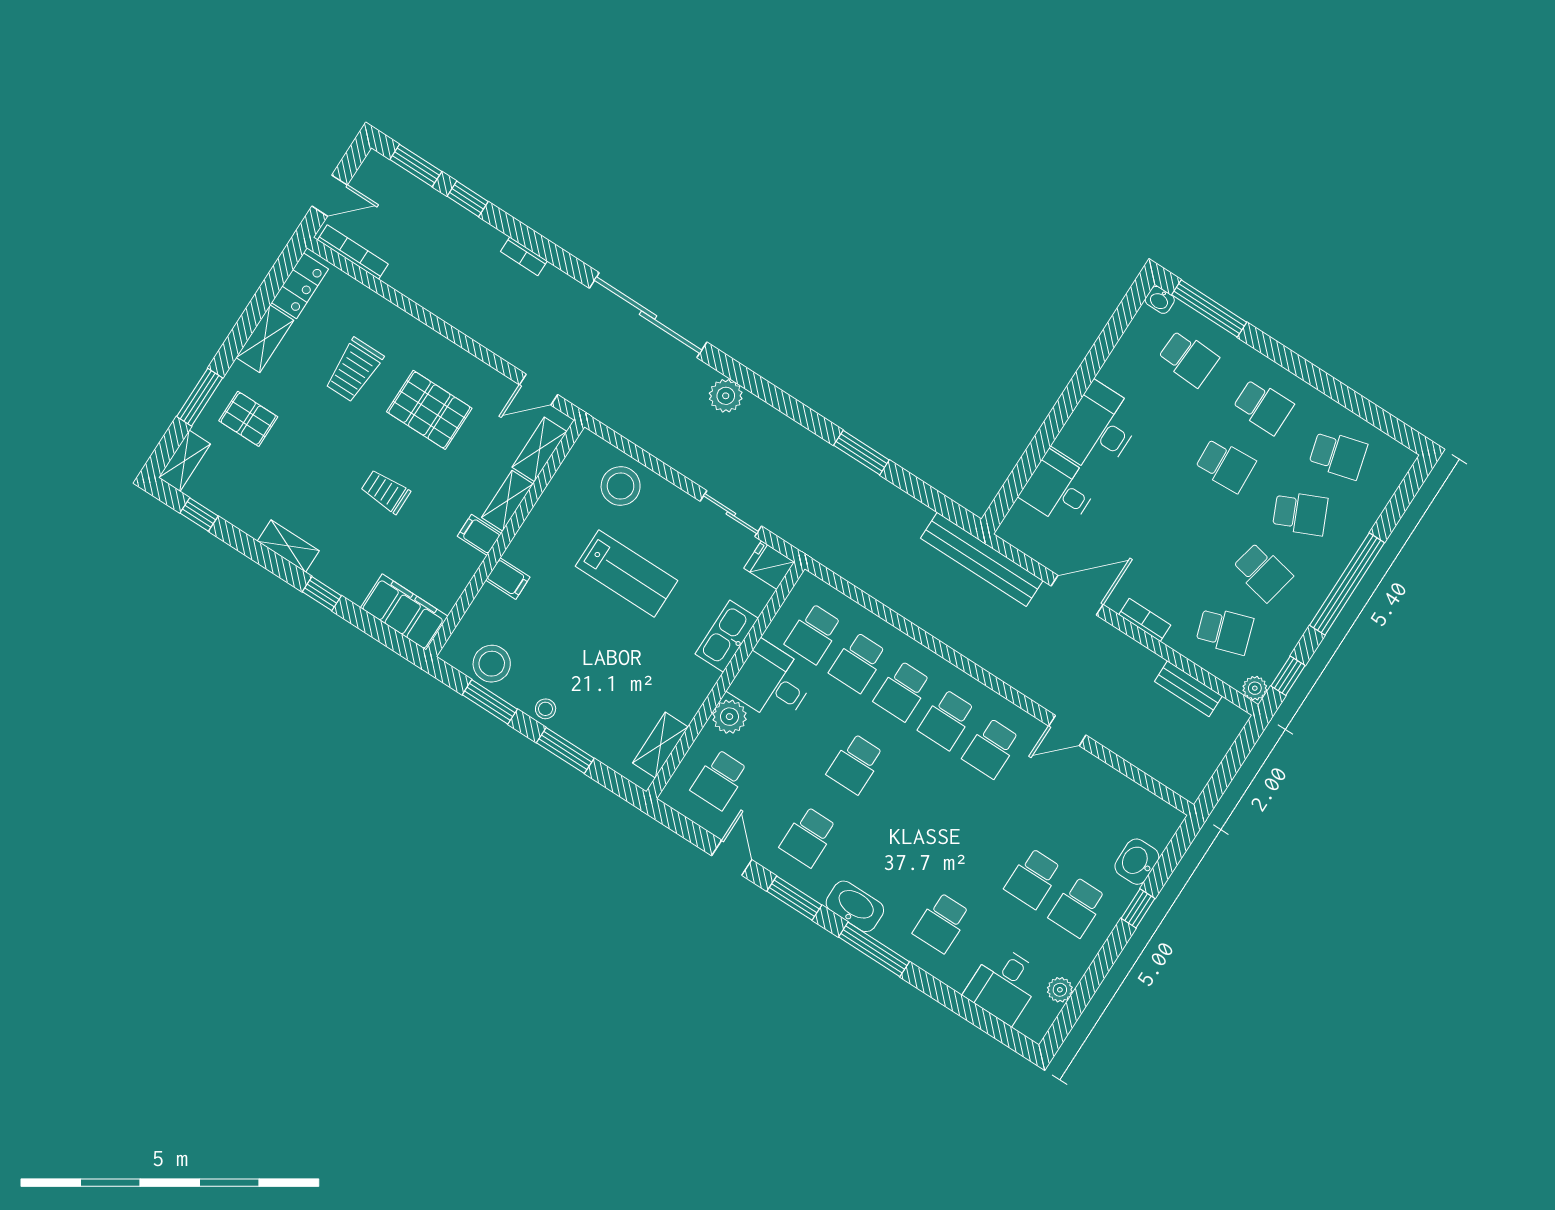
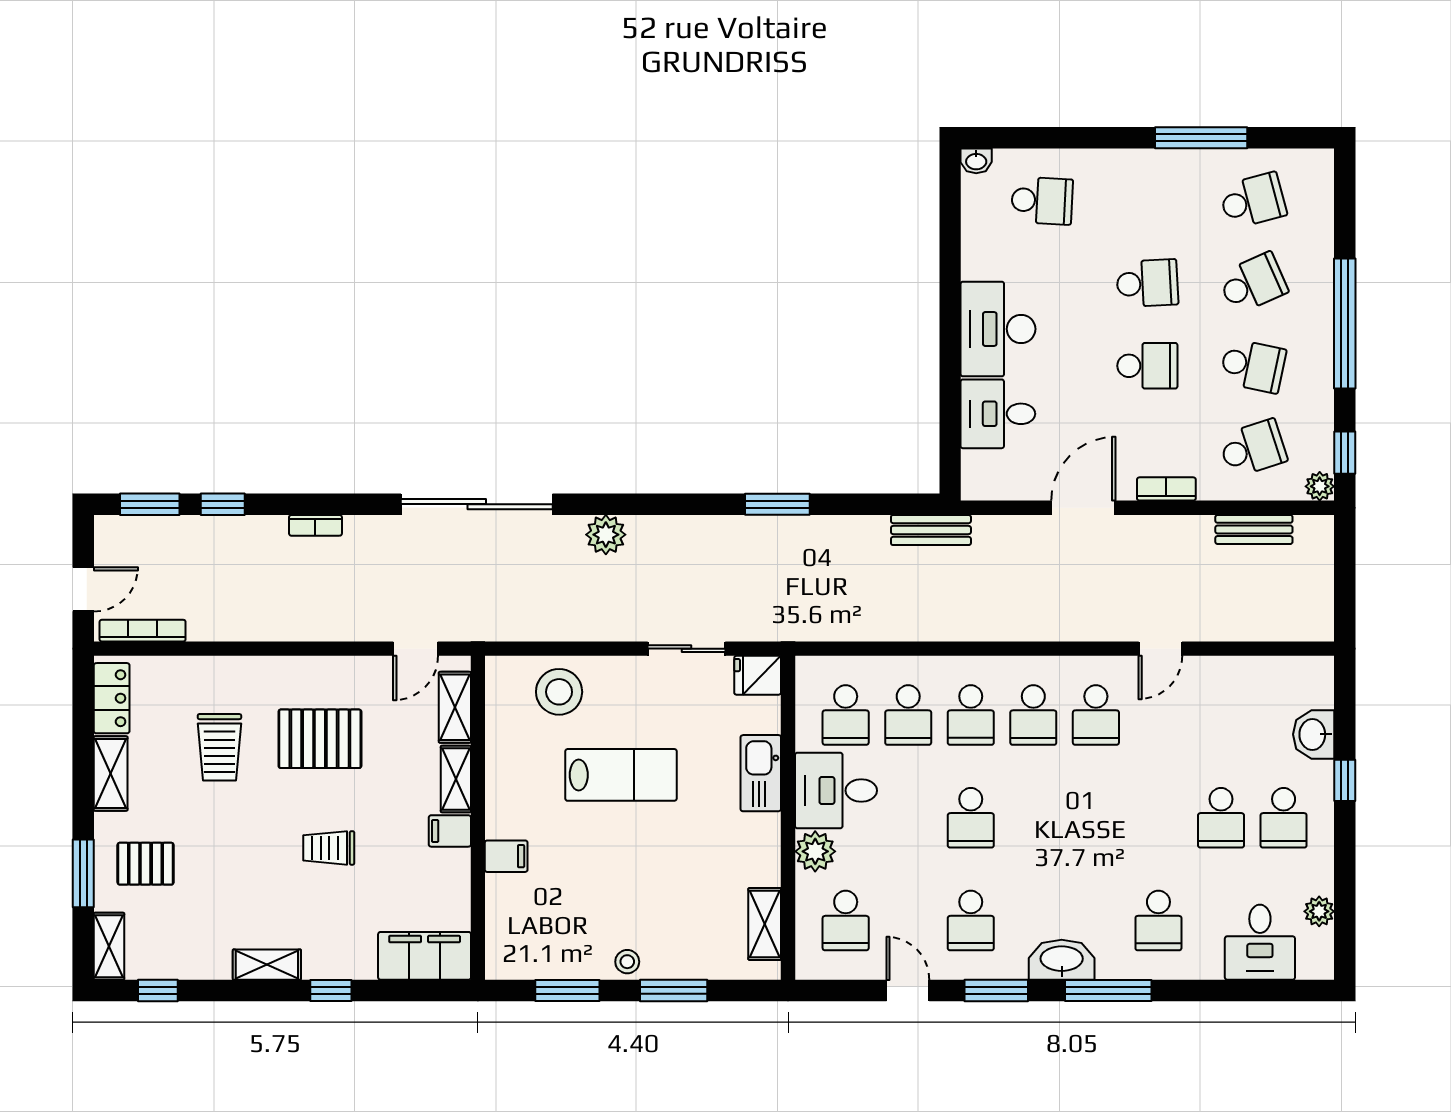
window: (1209, 308) -> (1201, 138), moved
school desk: (1263, 407) -> (1147, 366), moved
bench: (982, 559) -> (931, 530), width x0.54, depth x0.82
stool: (492, 664) -> (545, 951), removed

